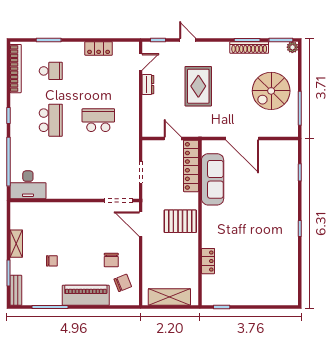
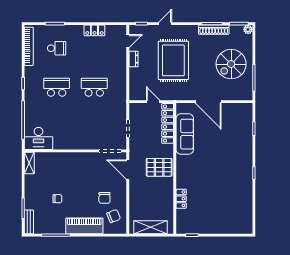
door: (188, 40) -> (165, 24), hinge flipped
rug: (198, 86) -> (173, 60), width x1.37, depth x1.44
school desk: (51, 120) -> (57, 87), turned -90
shelving: (16, 244) -> (29, 163), moved

